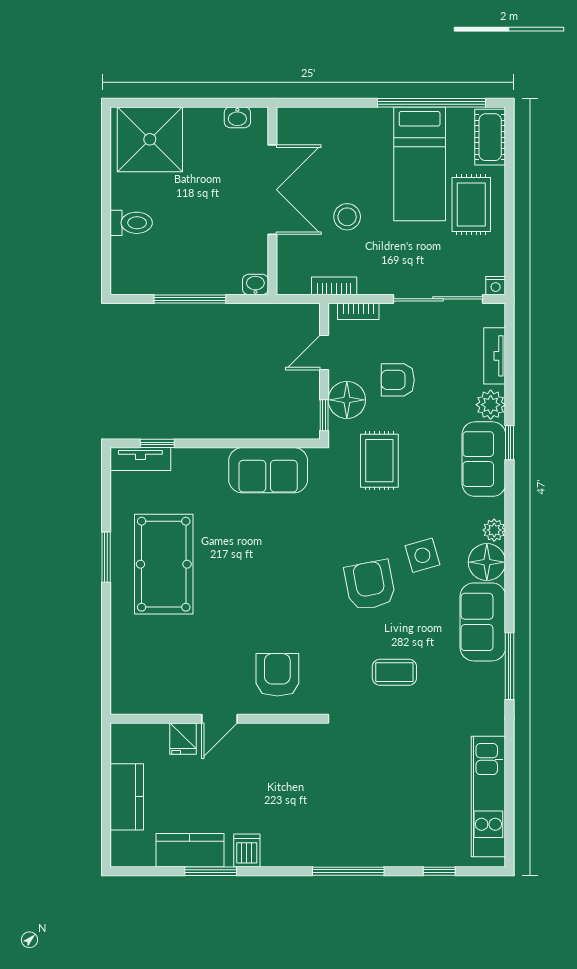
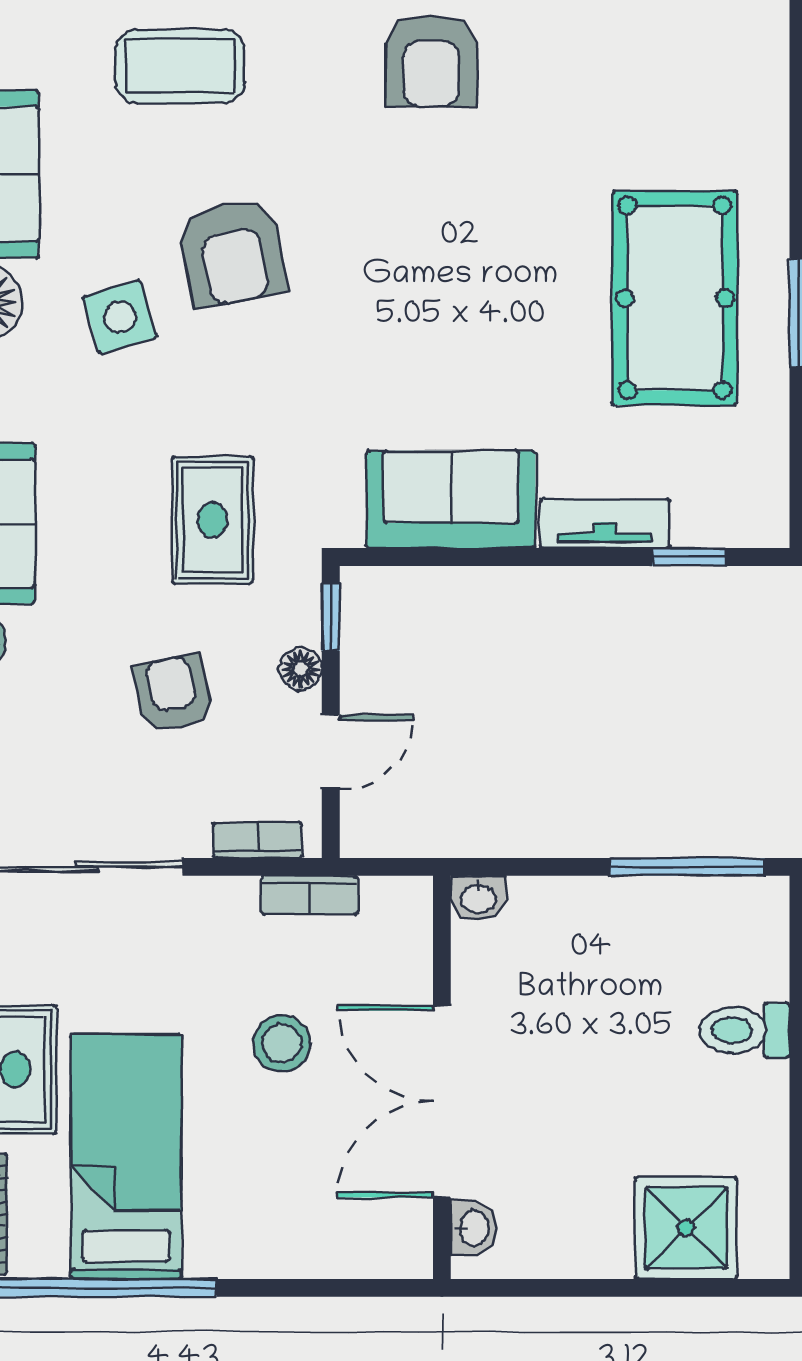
washbasin: (237, 117) -> (473, 1228), moved, turned 90
shower: (150, 139) -> (686, 1228), width x0.73, depth x0.73
window: (190, 299) -> (687, 867), moved
armchair: (398, 380) -> (173, 693), turned -103
floor lamp: (347, 400) -> (301, 669), width x0.53, depth x0.53
tv unit: (140, 459) -> (605, 523), moved
coffee table: (394, 672) -> (180, 66), width x1.36, depth x1.30

